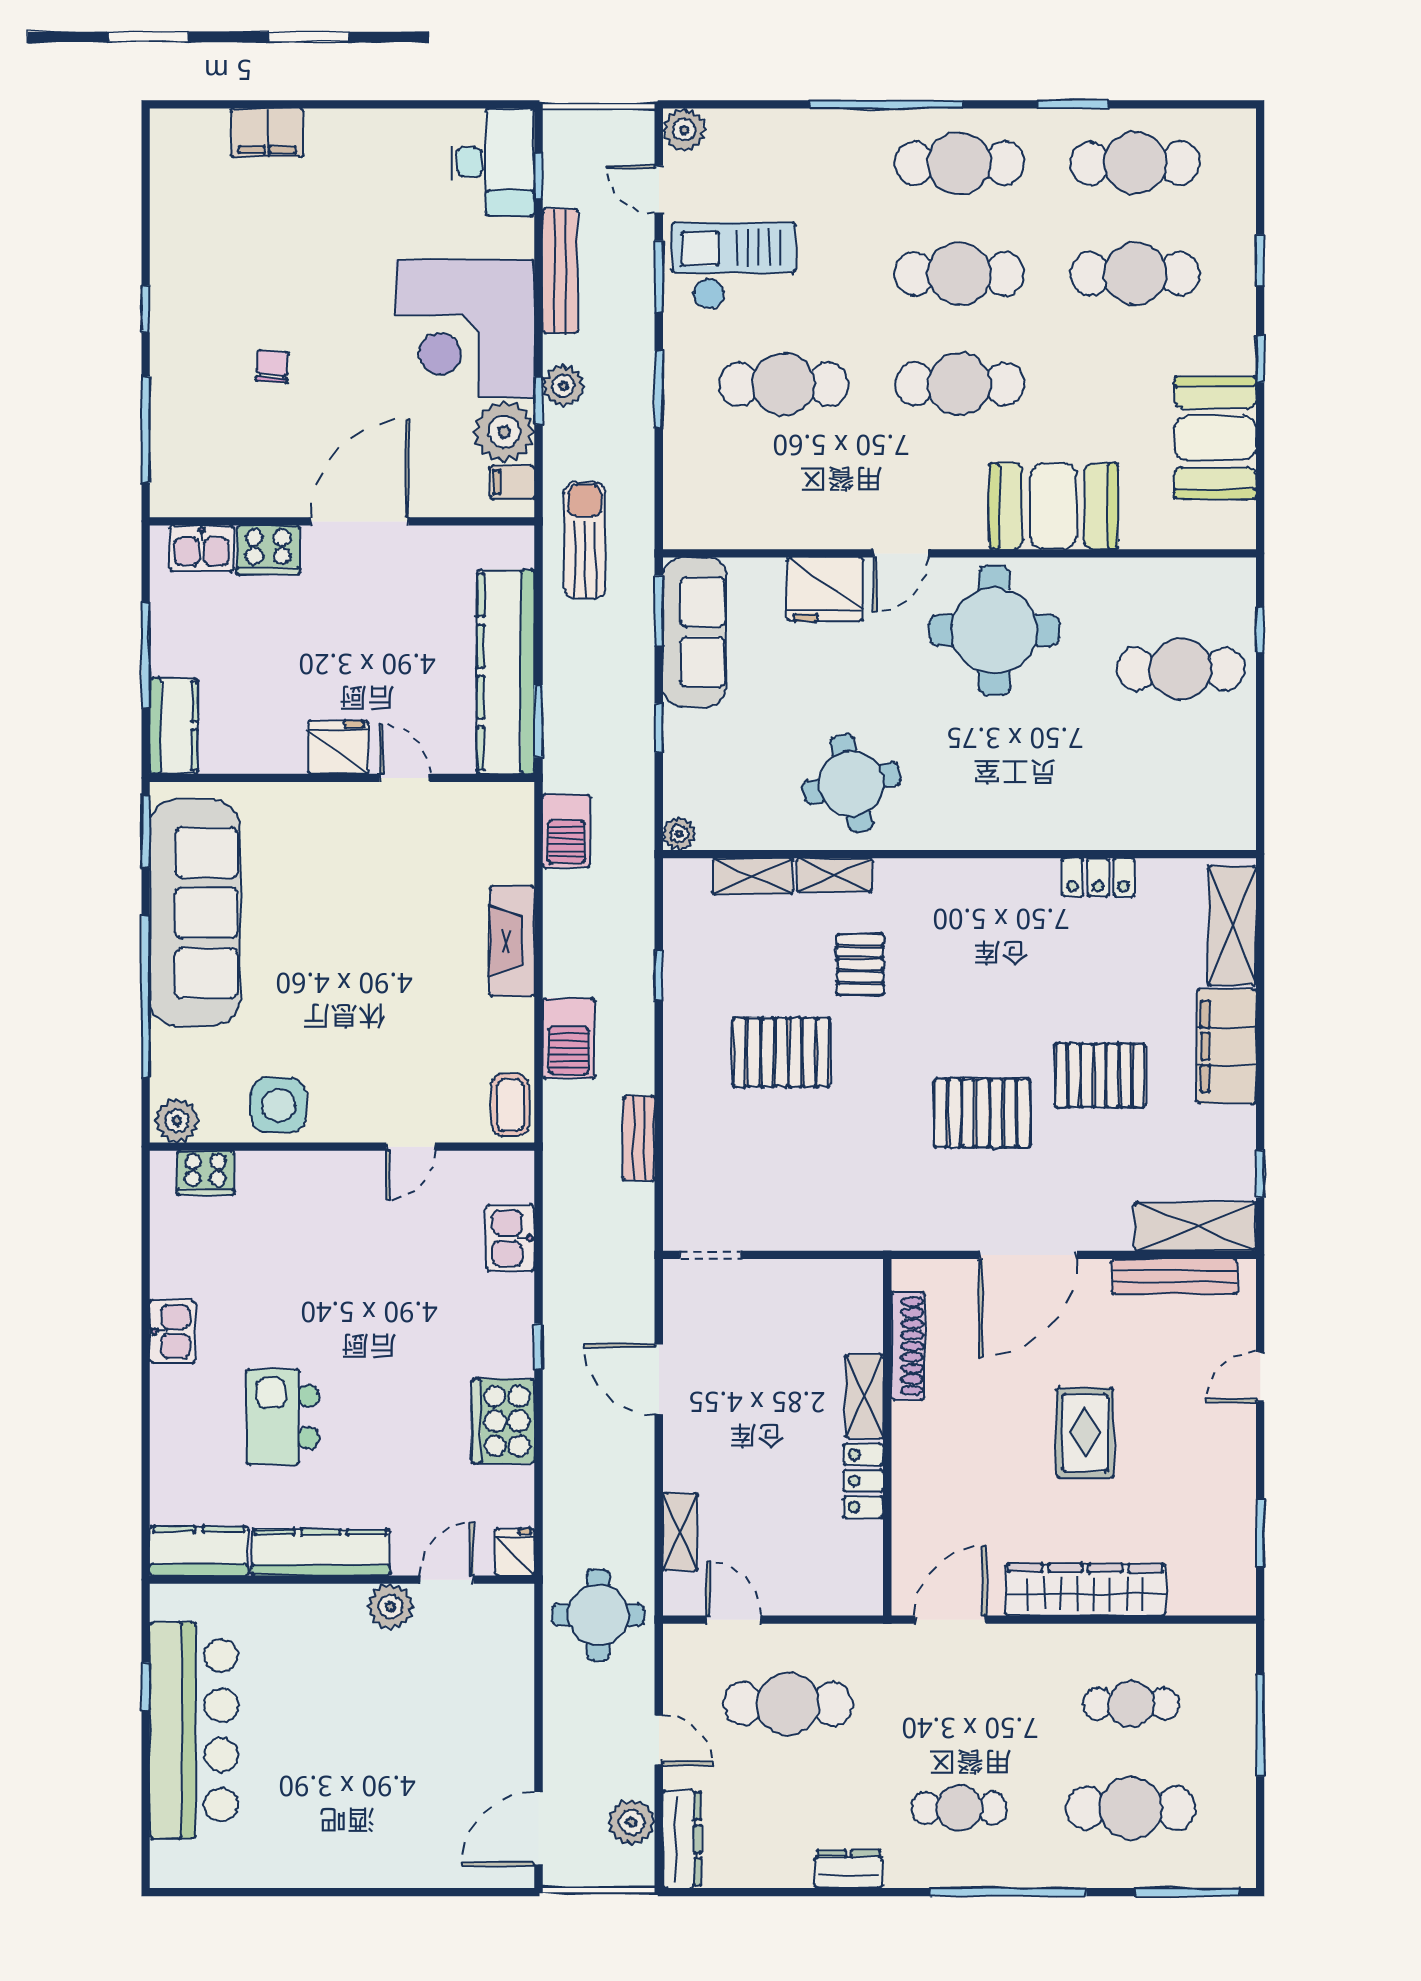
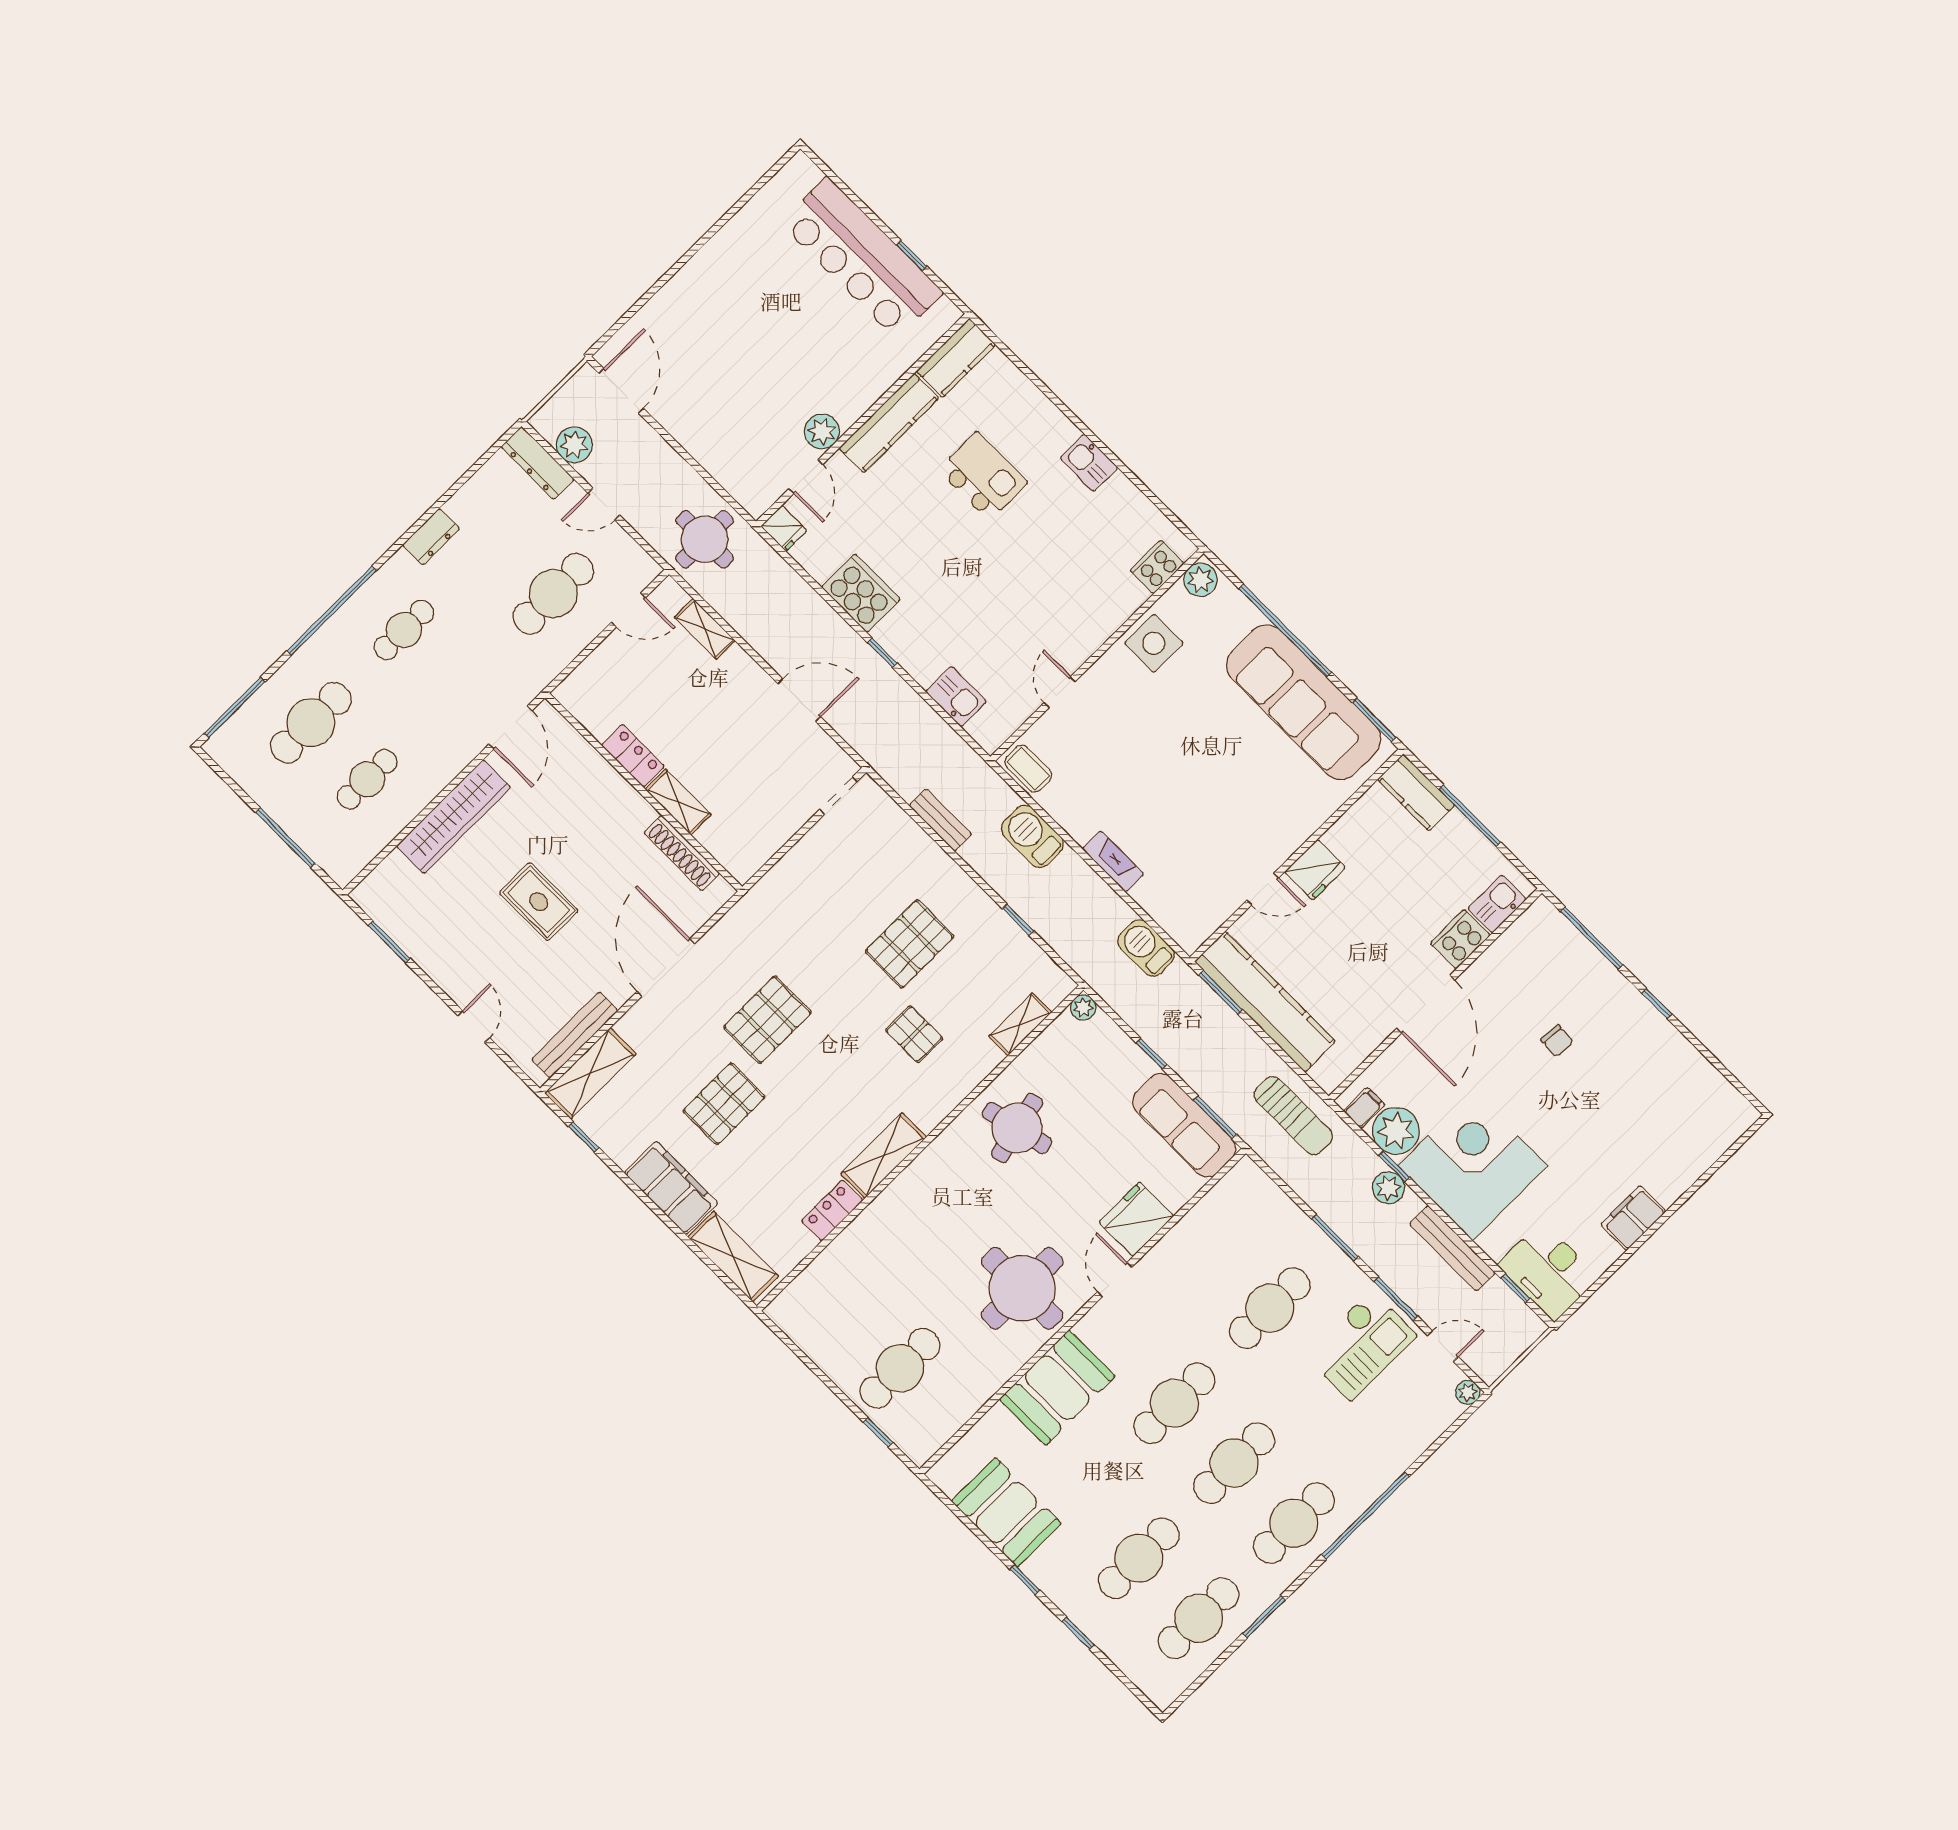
plant: (684, 130) -> (1468, 1392), width x0.73, depth x0.73
filing cabinet: (267, 133) -> (1633, 1218), moved
shelving: (834, 875) -> (884, 1155), moved, width x1.50, depth x1.33
fireplace: (512, 941) -> (1113, 861), width x0.73, depth x0.76

